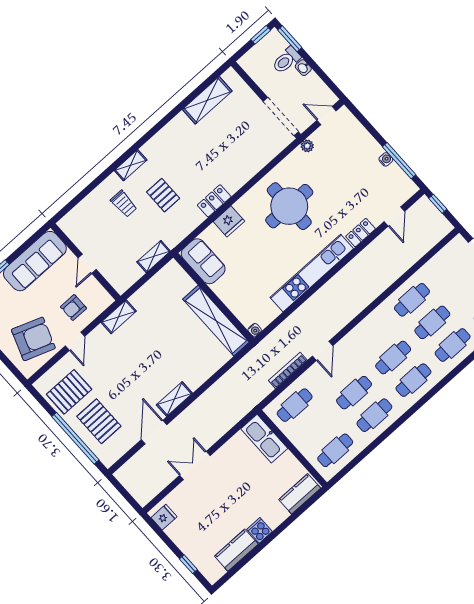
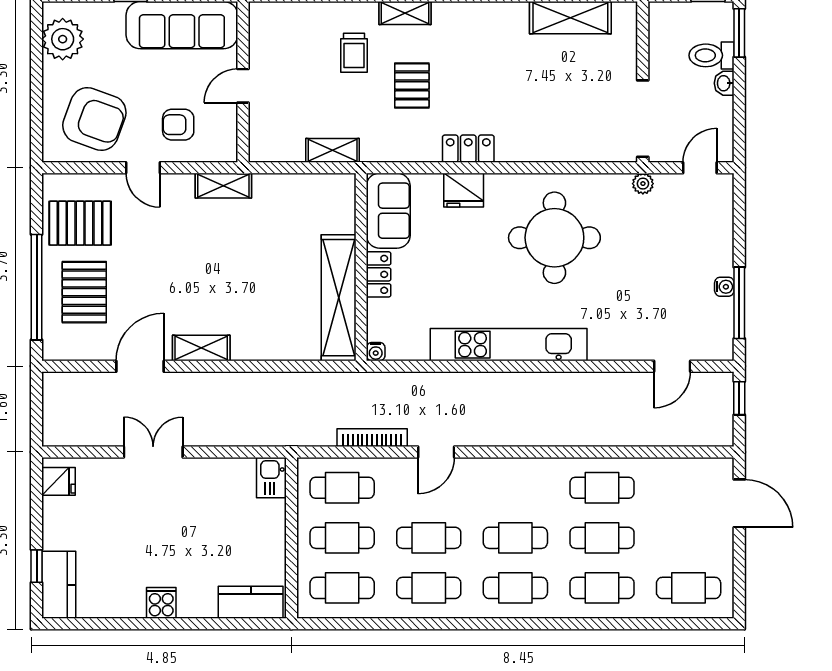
door: (327, 116) -> (700, 168), hinge flipped
locker: (361, 233) -> (379, 274), moved, turned 90
door: (75, 341) -> (143, 168), hinge flipped
cafe table: (315, 428) -> (342, 538), added
kitchen sink: (264, 439) -> (271, 478), width x0.53, depth x0.81
kitchen counter: (236, 550) -> (59, 585), moved, turned 90

